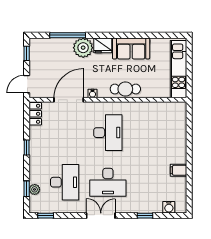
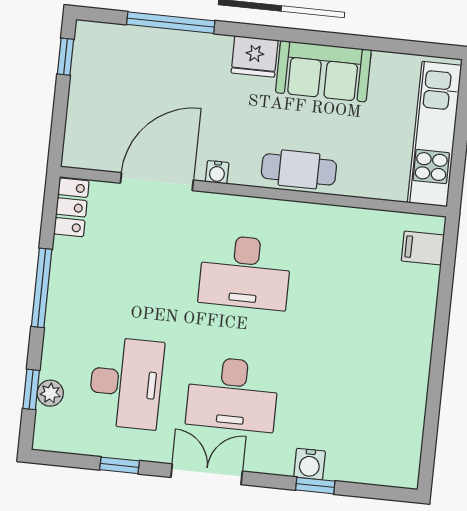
plant: (83, 48) -> (206, 57), removed
door: (27, 84) -> (58, 132), removed
desk: (108, 133) -> (245, 272), turned 90
window: (27, 147) -> (42, 288), width x2.17
filing cabinet: (178, 170) -> (423, 248), moved
water cooler: (169, 207) -> (310, 464), moved
window: (46, 216) -> (120, 465), moved

